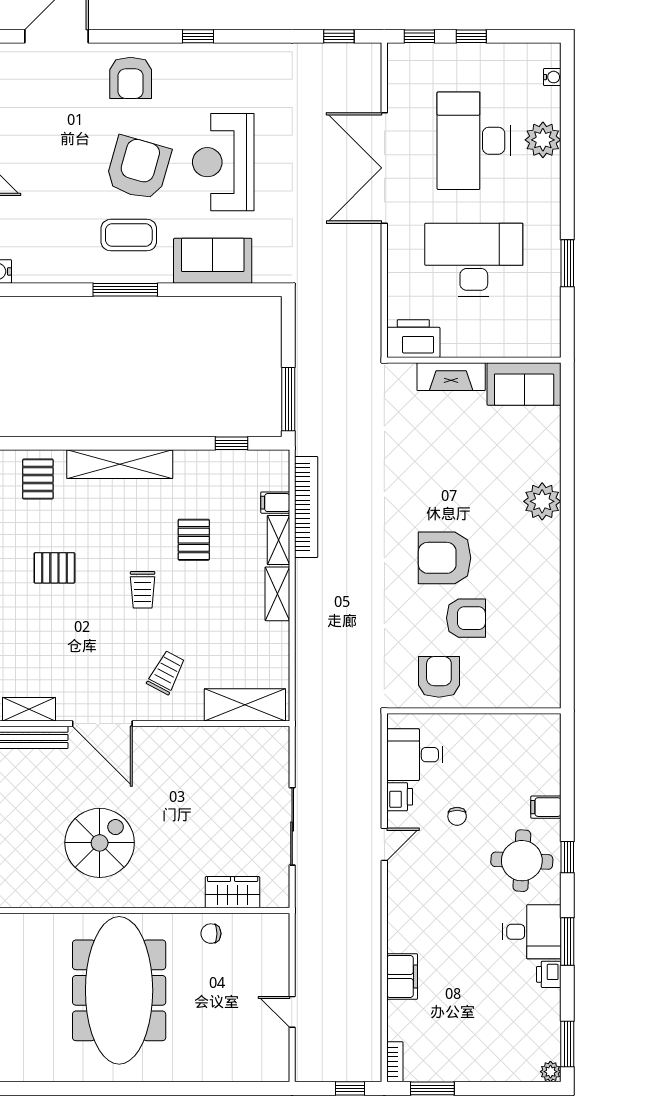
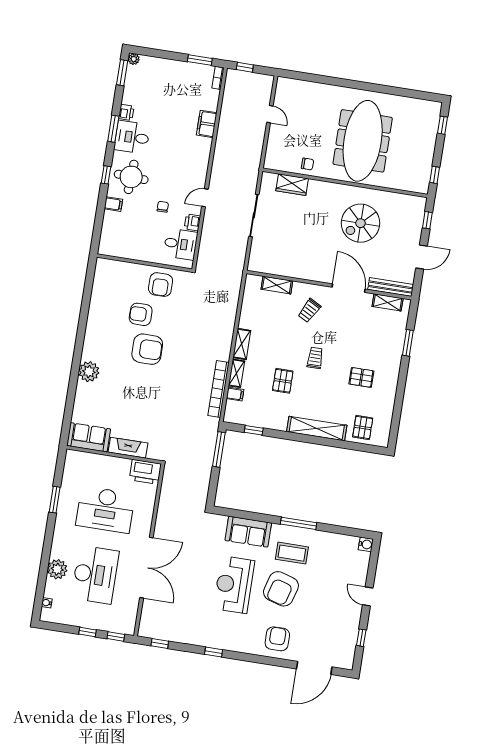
window: (198, 36) -> (214, 652), moved
reception desk: (223, 162) -> (234, 585), turned 180
shelving: (245, 705) -> (277, 285), width x0.67, depth x0.75

